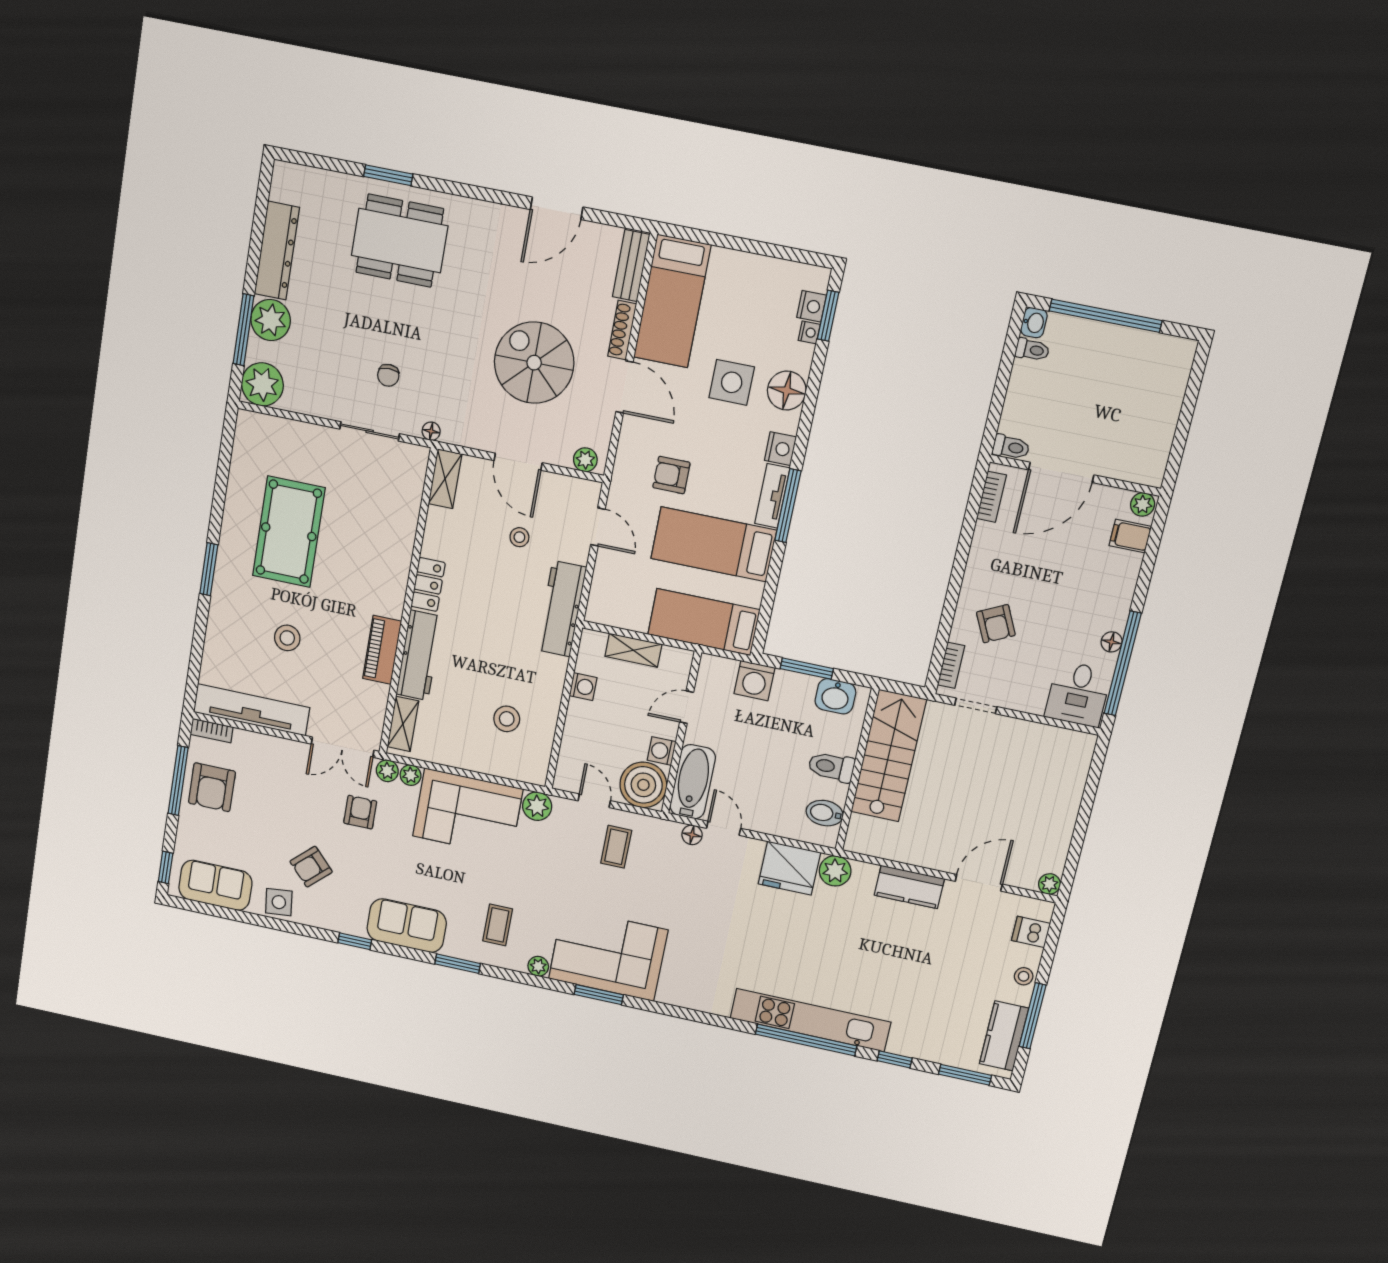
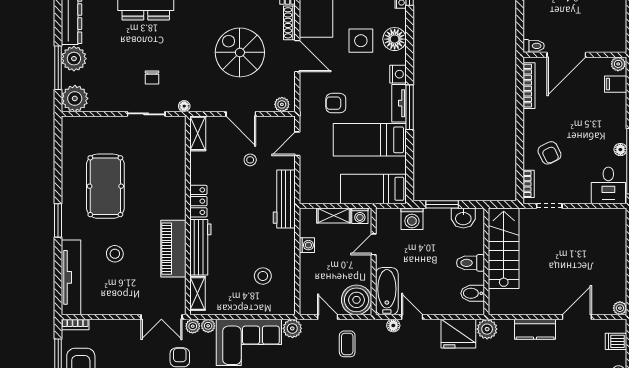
bookcase: (991, 497) -> (529, 86), width x1.56
door: (598, 527) -> (297, 144), swing flipped
piano: (382, 650) -> (173, 249), width x1.37, depth x1.33
tv unit: (251, 710) -> (71, 277), moved, turned 90
washing machine: (662, 751) -> (360, 216), moved, turned -90

